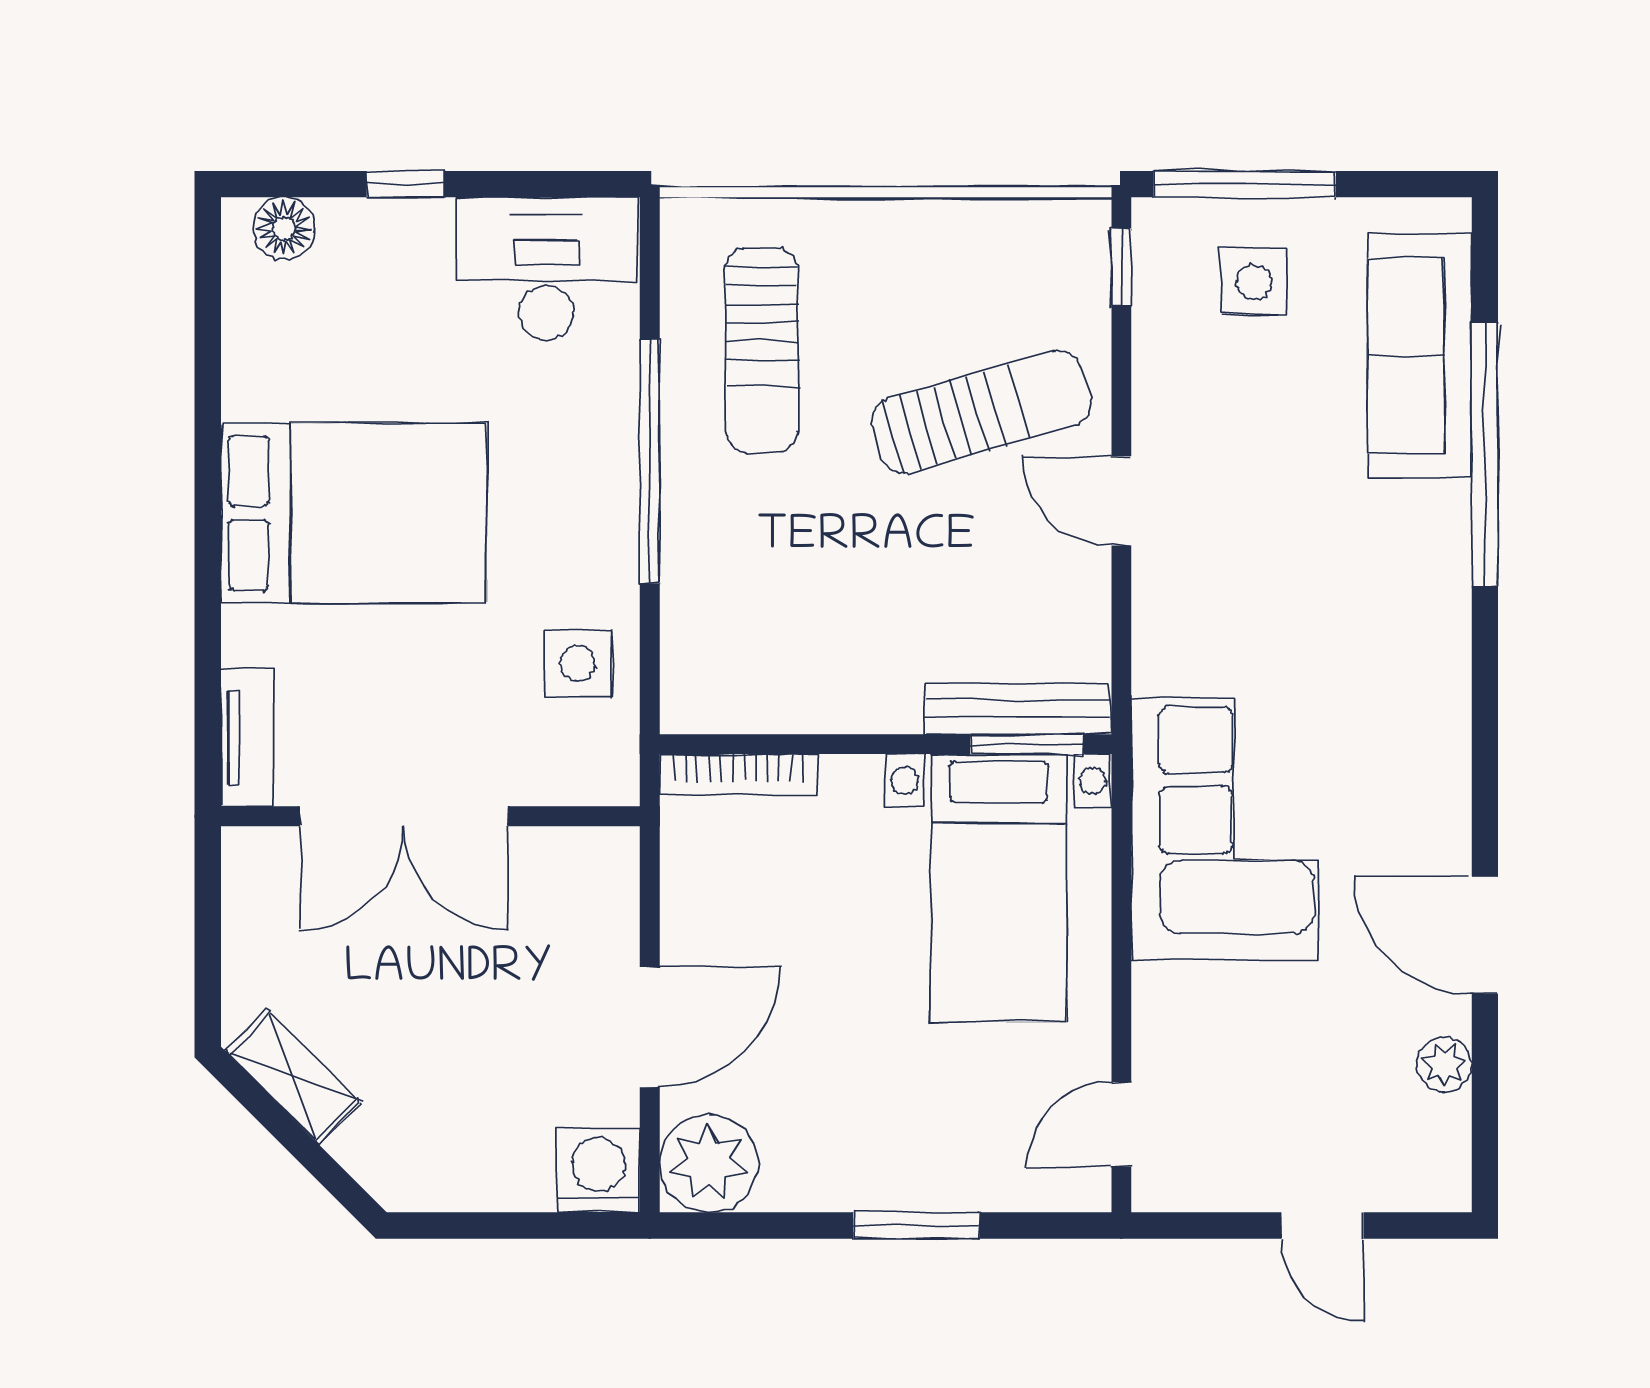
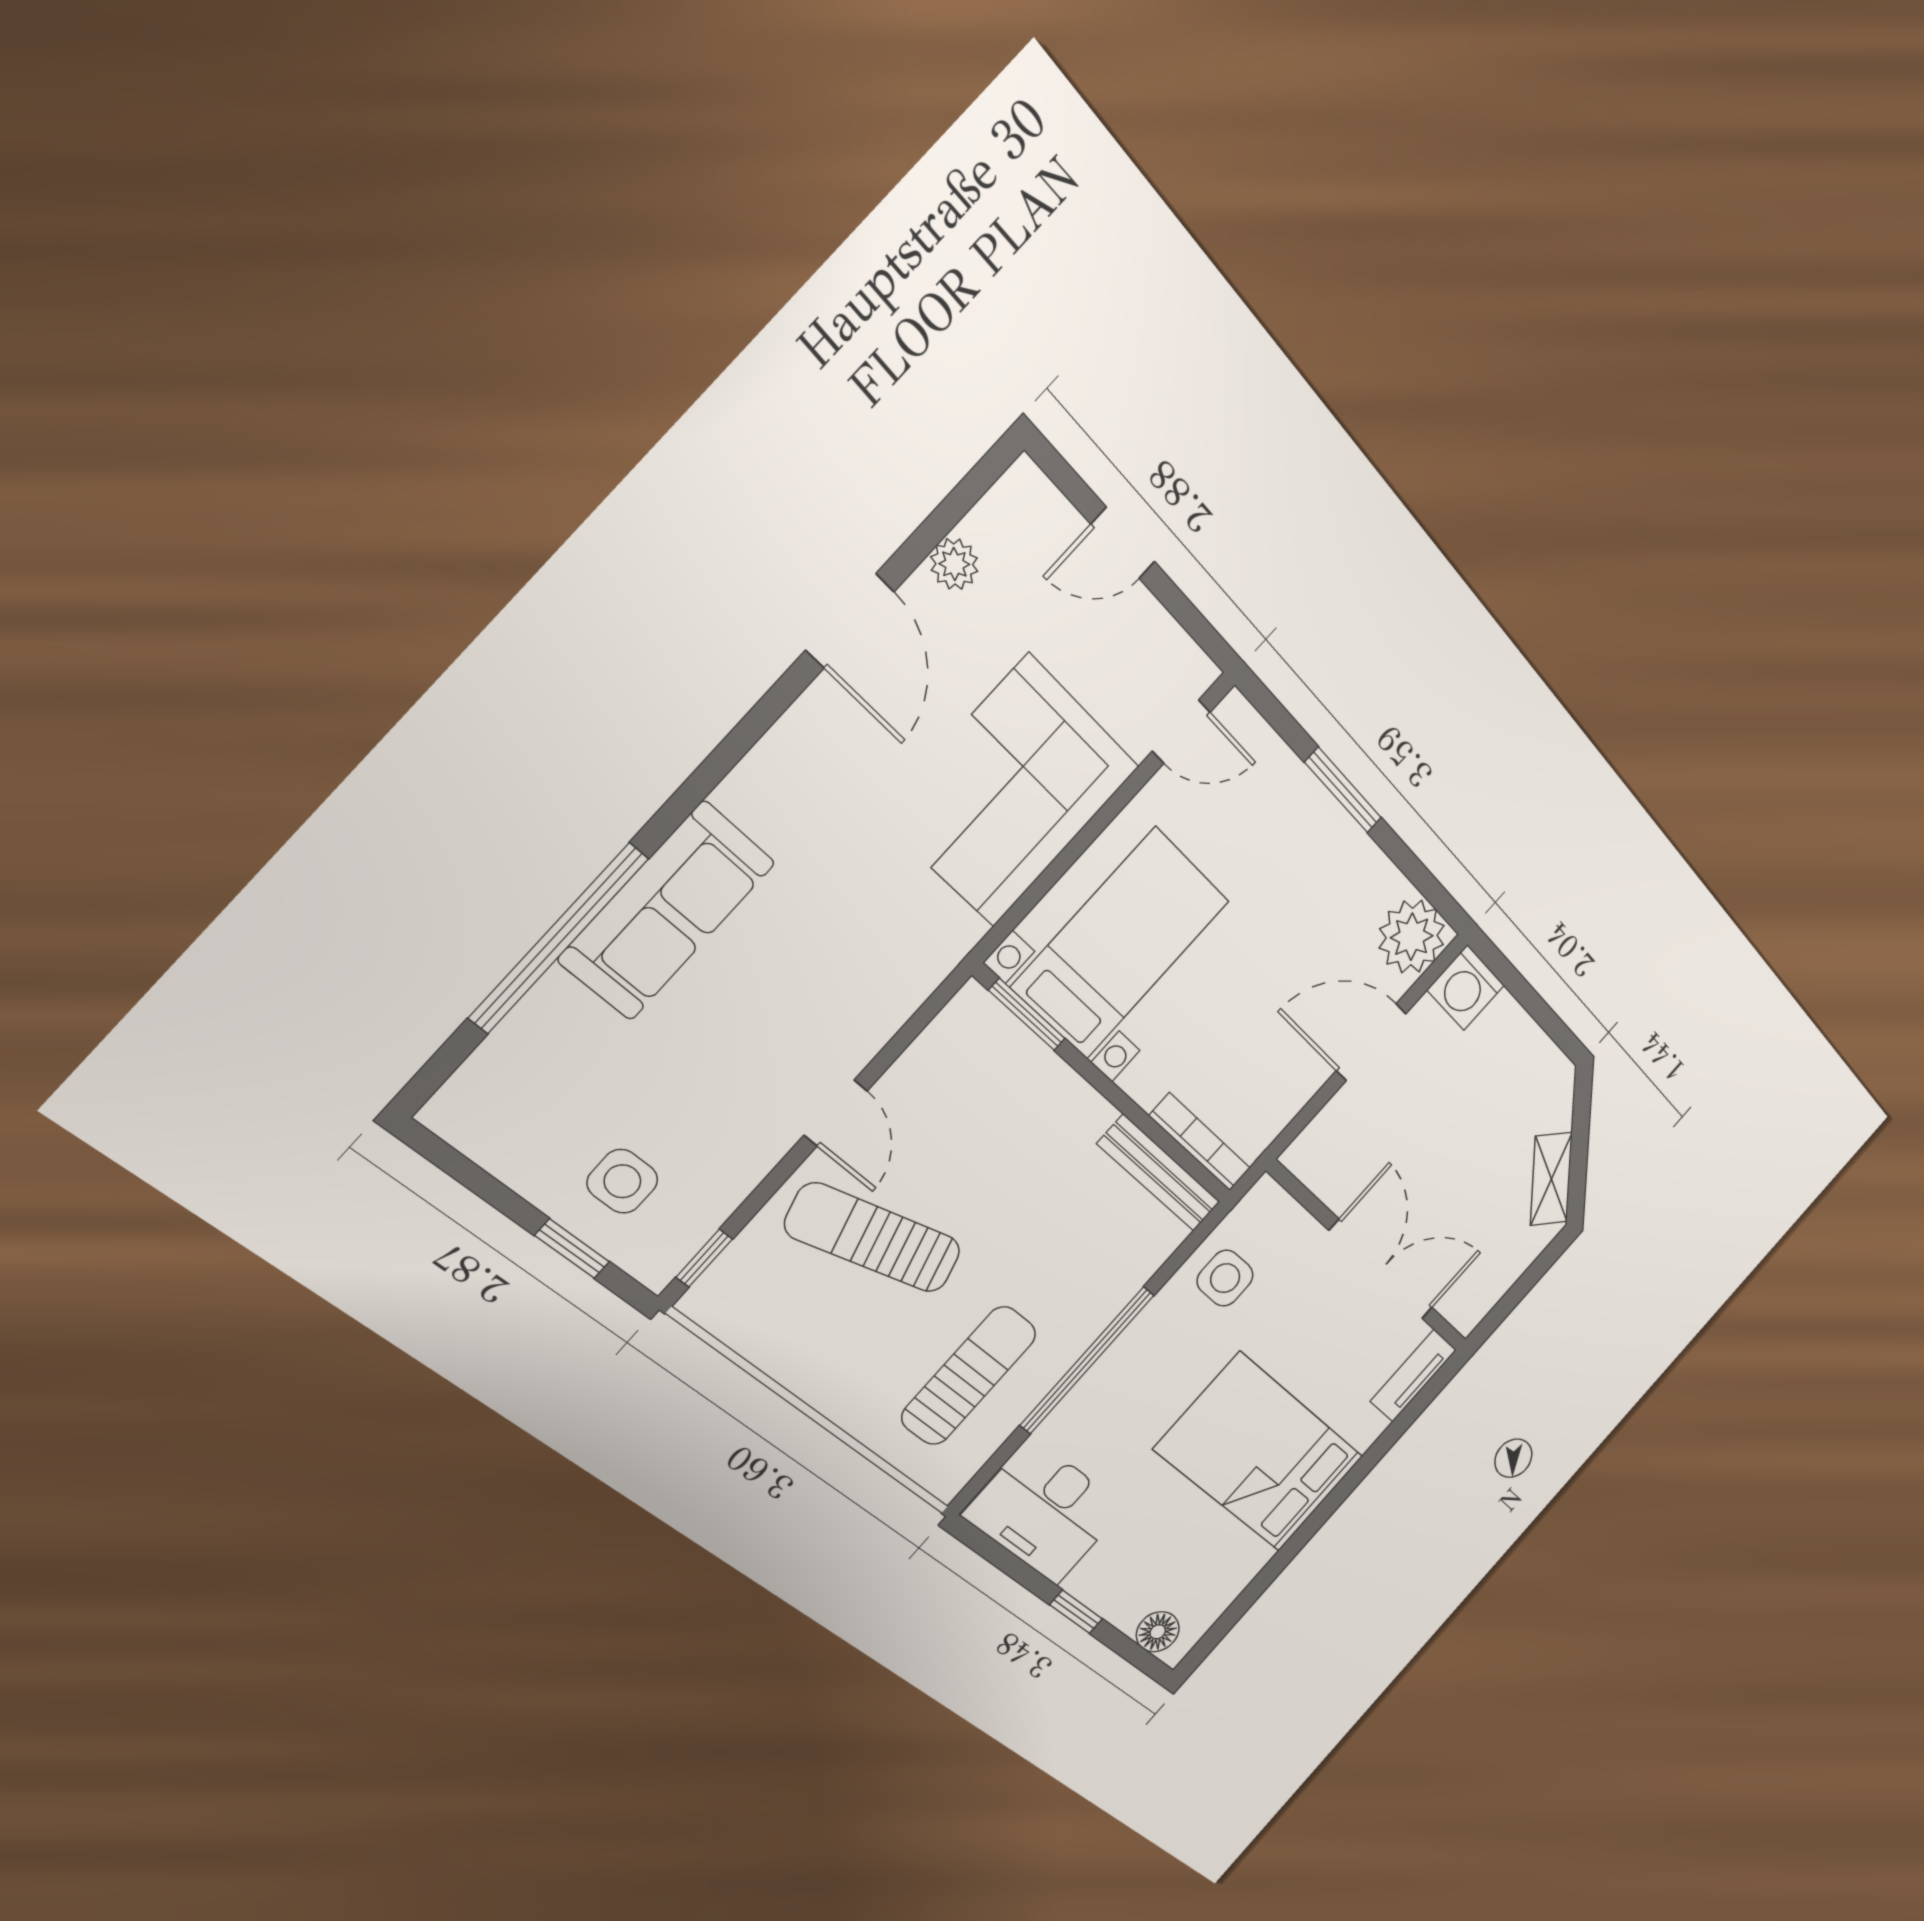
window: (1245, 184) -> (572, 1249), width x0.46
sofa: (1420, 356) -> (667, 911), moved
bench: (1017, 708) -> (1159, 1173), moved
corner sofa: (1225, 829) -> (1011, 792), moved
door: (1322, 1226) -> (1123, 543), swing flipped

